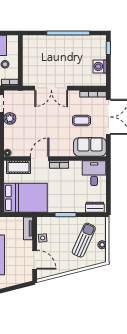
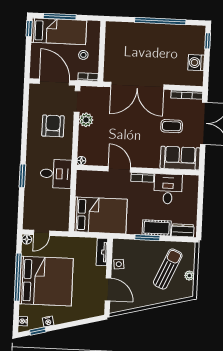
double door: (51, 88) -> (137, 86), width x1.36
door: (40, 159) -> (119, 169), hinge flipped
cot: (18, 167) -> (157, 228), moved
desk: (94, 173) -> (168, 189), moved

